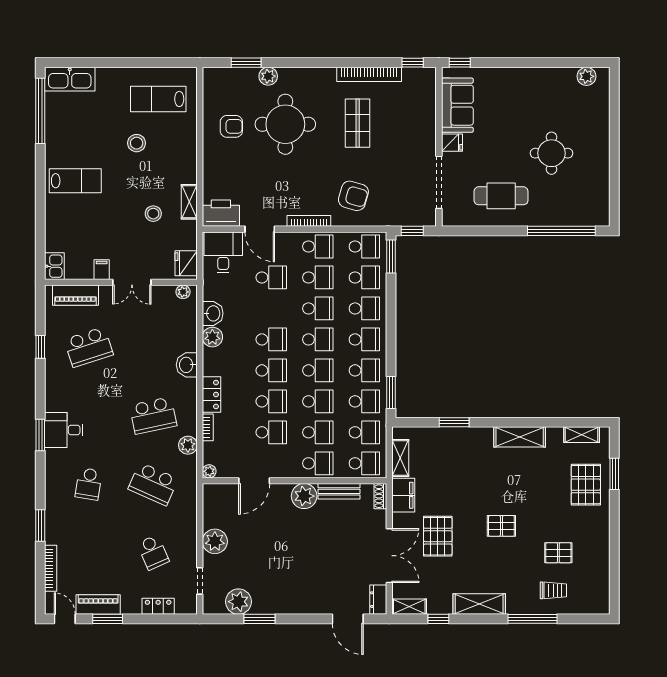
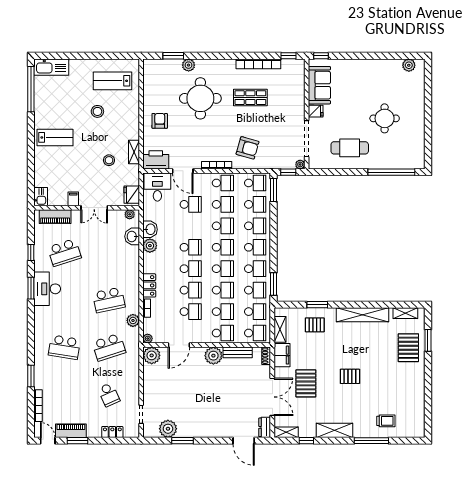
shop shelf: (358, 123) -> (250, 98), turned 90
armchair: (231, 126) -> (160, 121), moved, turned -90
plant: (430, 220) -> (300, 164), added
washbasin: (187, 365) -> (132, 236), moved
desk: (64, 430) -> (47, 289), moved, width x1.37
window: (40, 435) -> (31, 288), moved
shelving: (520, 437) -> (363, 315), width x1.47
school desk: (89, 484) -> (64, 347), width x1.85
school desk: (153, 484) -> (109, 347), turned -42
plant: (215, 541) -> (152, 355), moved
pallet: (558, 553) -> (315, 325), moved

